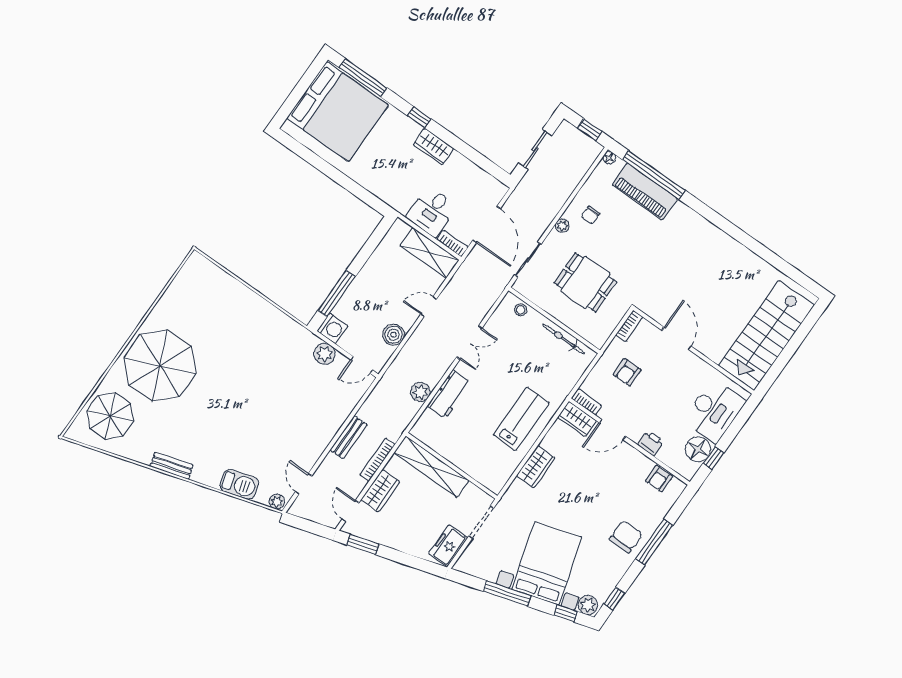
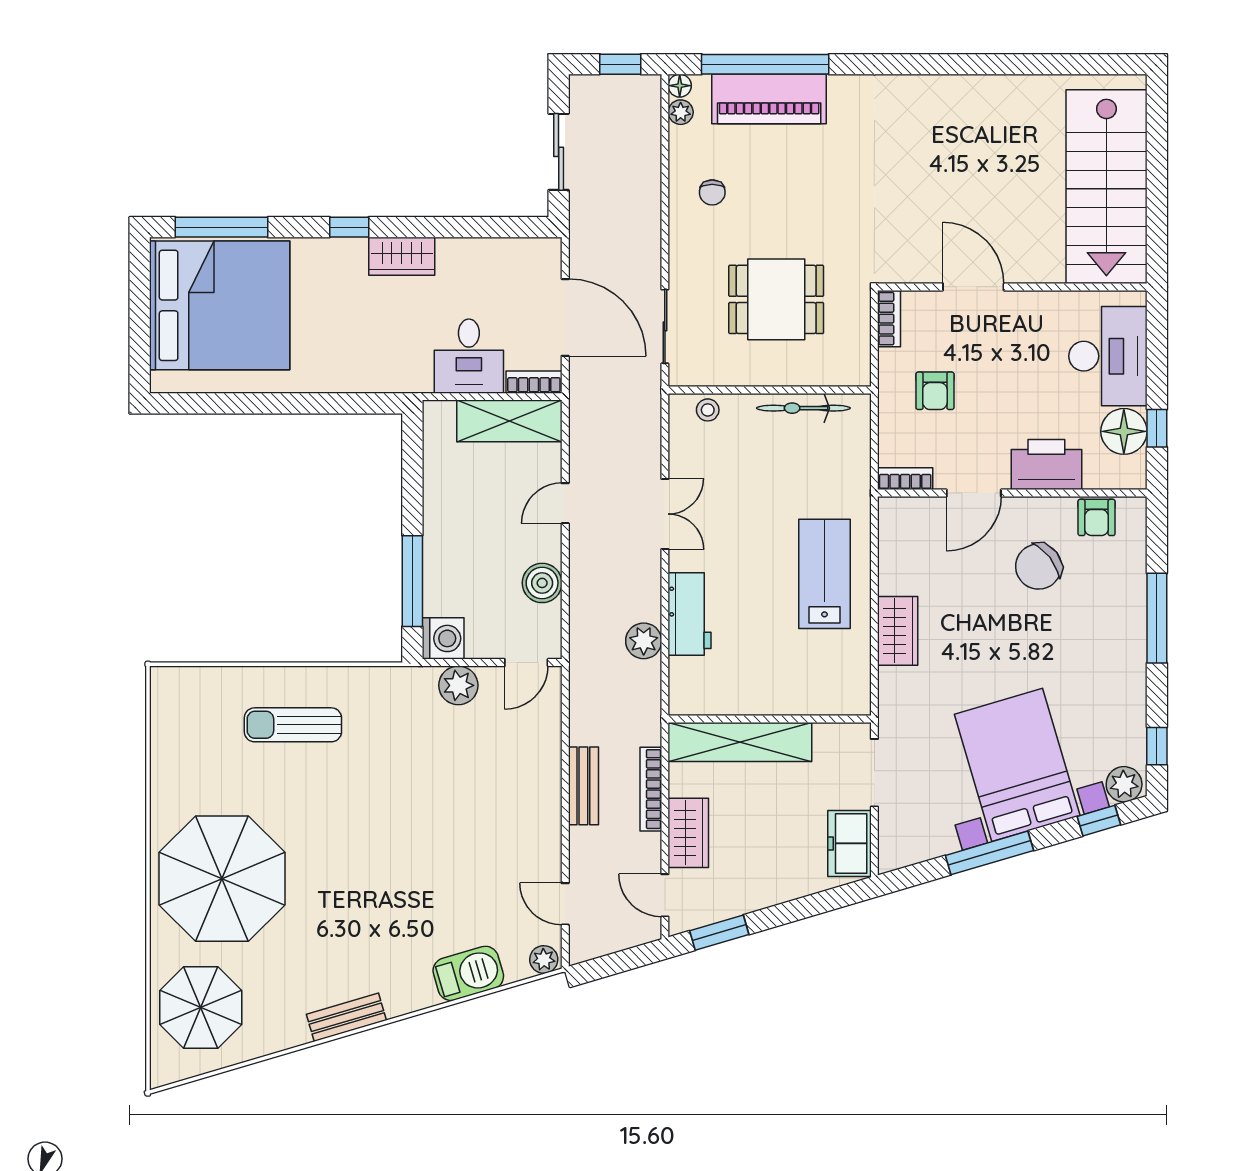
plant: (562, 226) -> (681, 112), moved
sun lounger: (239, 320) -> (293, 725), added
wardrobe: (577, 419) -> (909, 515), removed
printer: (651, 443) -> (1046, 465), width x1.87, depth x1.48
chair: (626, 537) -> (1039, 566), moved, turned -128

